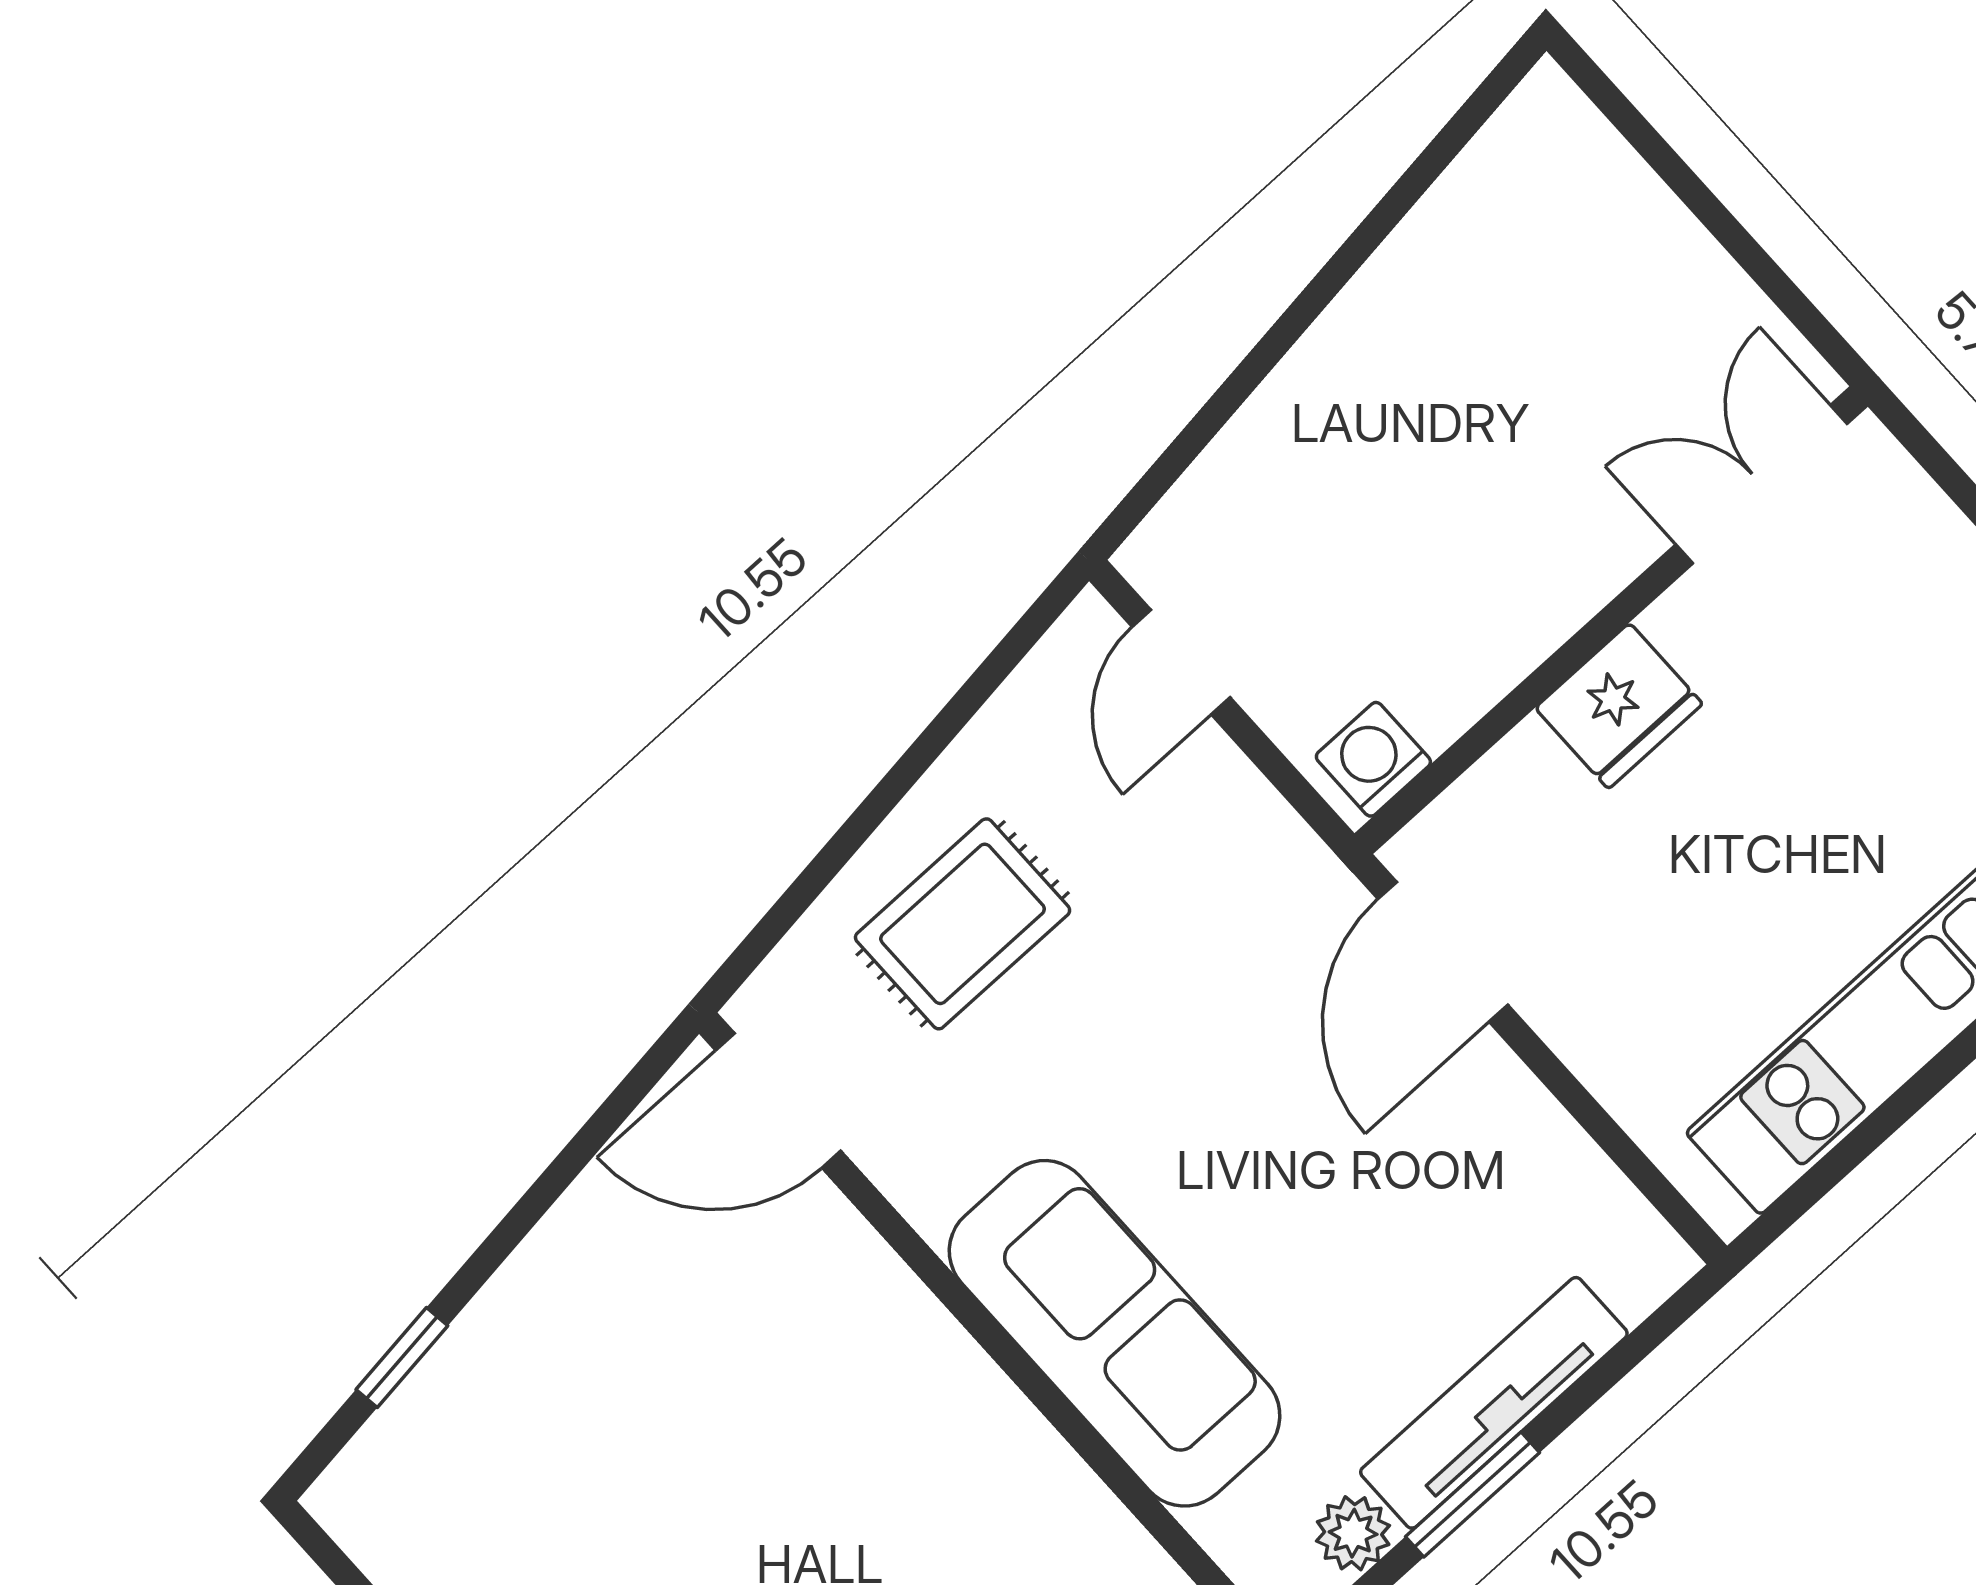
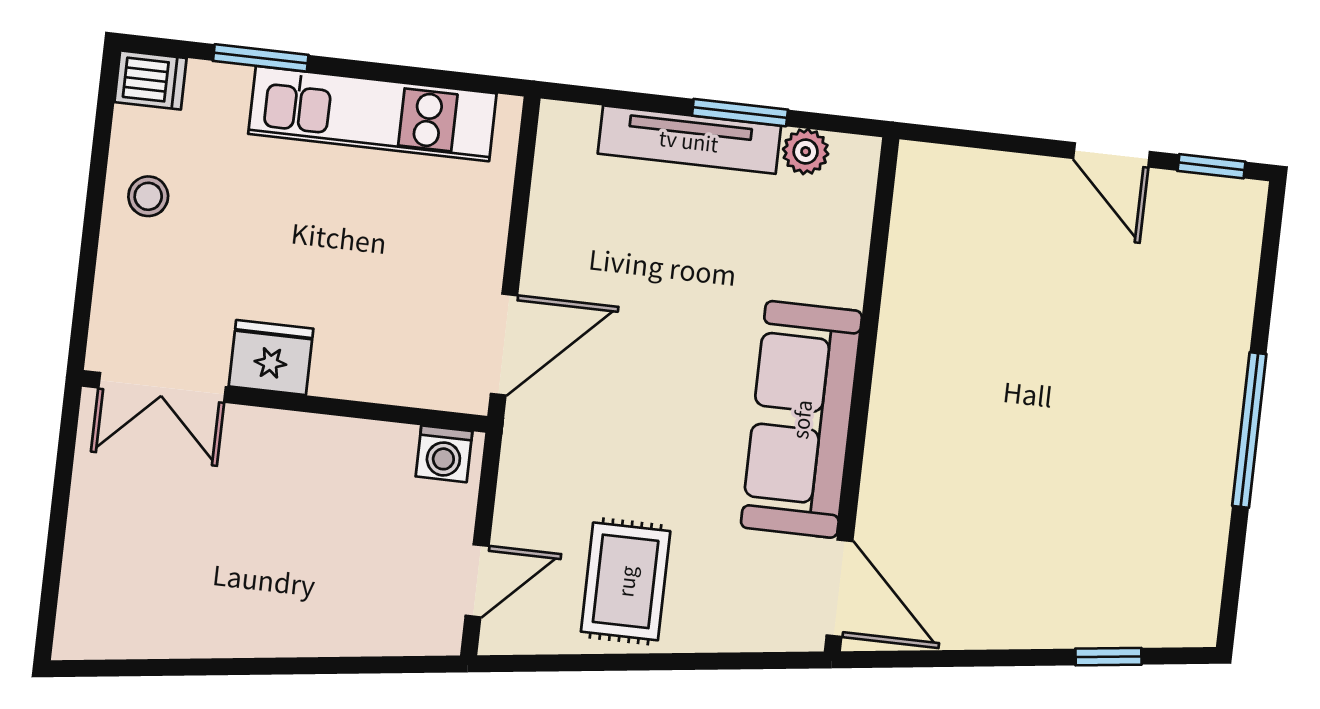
fridge: (1619, 706) -> (271, 358), moved
rug: (963, 924) -> (626, 581), moved, turned 90
sofa: (1115, 1333) -> (801, 419), moved

